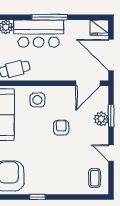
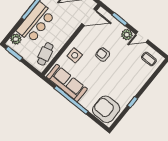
door: (88, 83) -> (89, 17), hinge flipped
plant: (101, 119) -> (127, 35), moved

